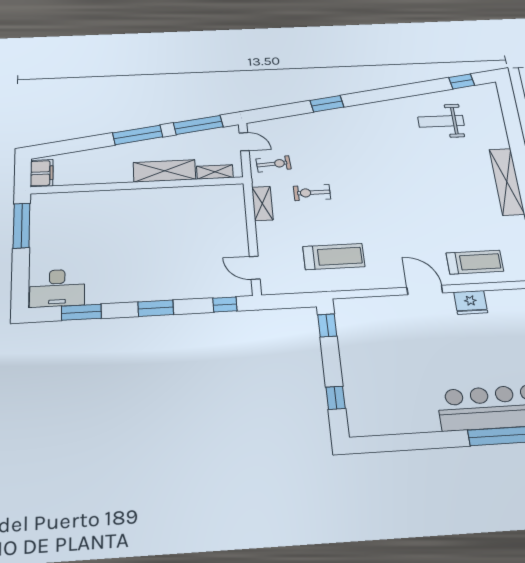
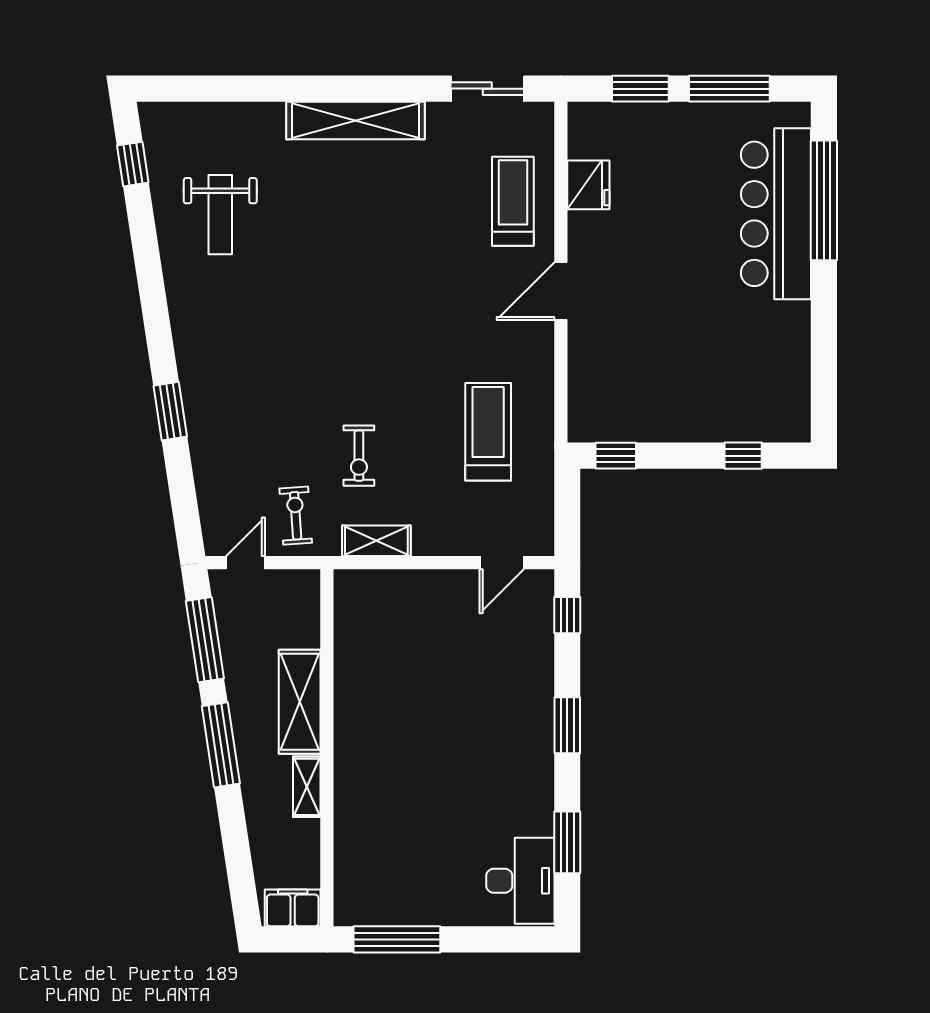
shelving: (215, 172) -> (307, 787), moved
fridge: (471, 302) -> (588, 185), moved

